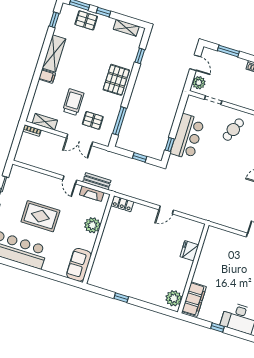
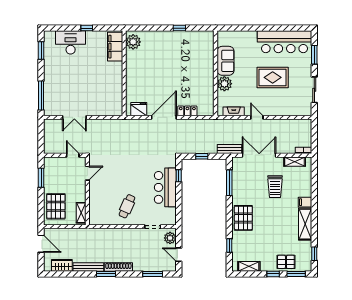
pallet: (93, 120) -> (253, 176), removed
double door: (80, 140) -> (259, 155), width x1.37
bench: (97, 181) -> (230, 149), moved
locker: (122, 204) -> (187, 111), moved
door: (166, 210) -> (164, 117), width x1.87
fridge: (189, 251) -> (139, 109), moved, turned -90
sofa: (79, 265) -> (226, 61), moved

